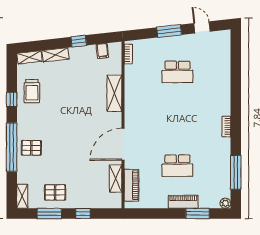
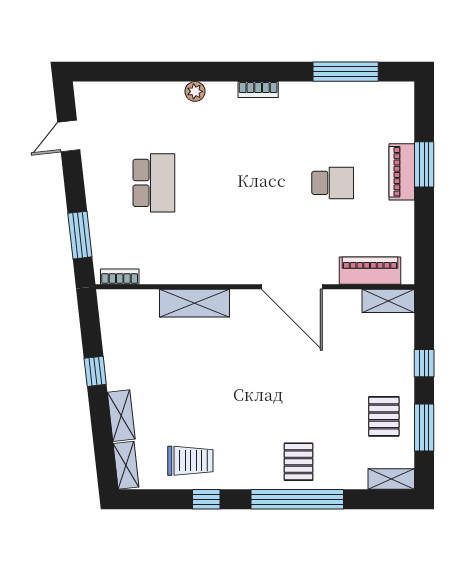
window: (169, 31) -> (80, 235), moved
filing cabinet: (102, 51) -> (114, 326), removed
school desk: (177, 166) -> (333, 183), width x0.54
shelving: (116, 178) -> (388, 301), moved
plant: (225, 203) -> (195, 91), moved
window: (198, 214) -> (424, 164), moved

